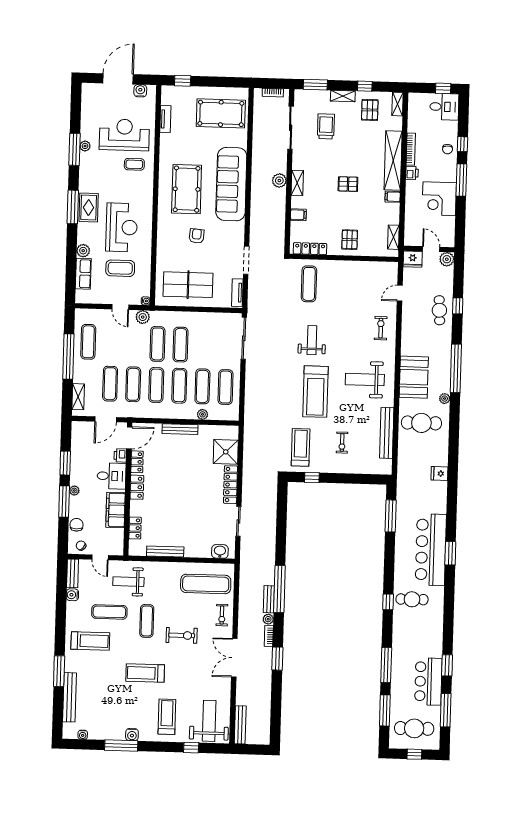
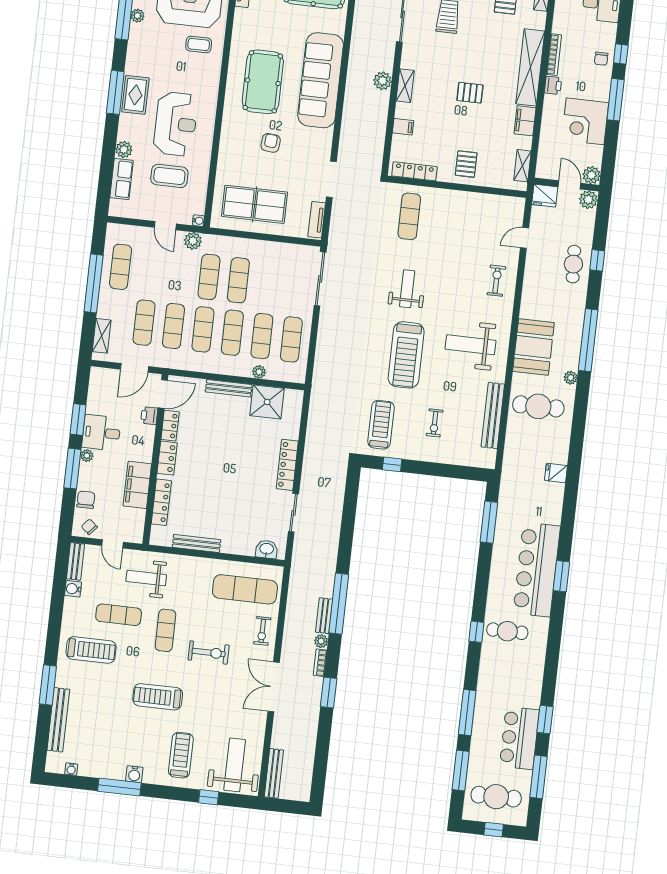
filing cabinet: (393, 197) -> (525, 121), width x2.00
plant: (448, 240) -> (592, 175), added
shower: (226, 452) -> (267, 402), moved
desk: (112, 476) -> (101, 433), moved, turned 180
locker: (135, 528) -> (161, 502), width x1.53

